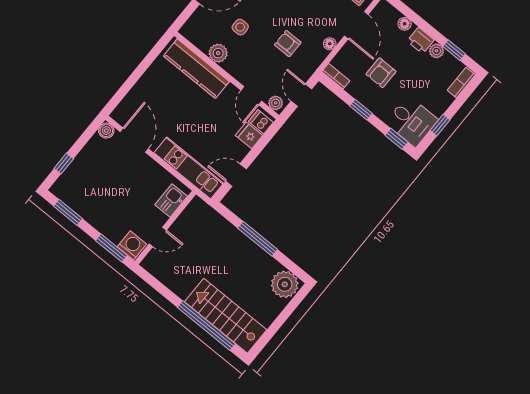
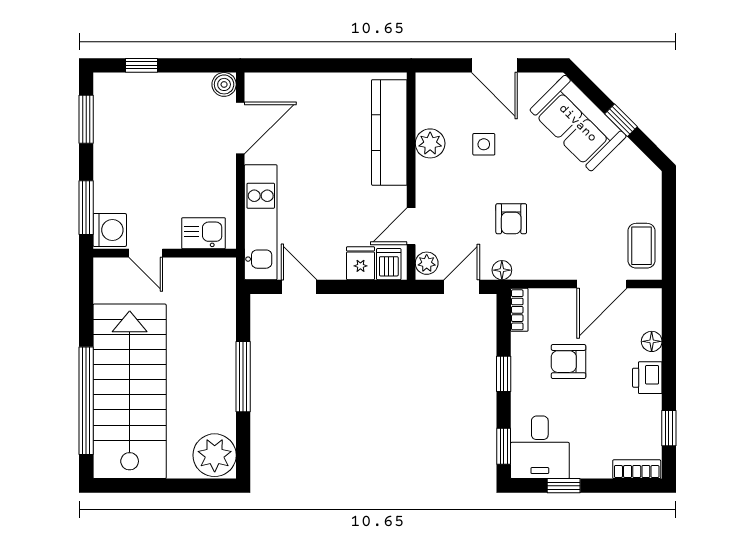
armchair: (288, 44) -> (511, 219), turned 180
floor lamp: (330, 44) -> (502, 270), moved
plant: (437, 51) -> (651, 407), removed
stairs: (226, 316) -> (130, 391), width x1.36, depth x1.51

